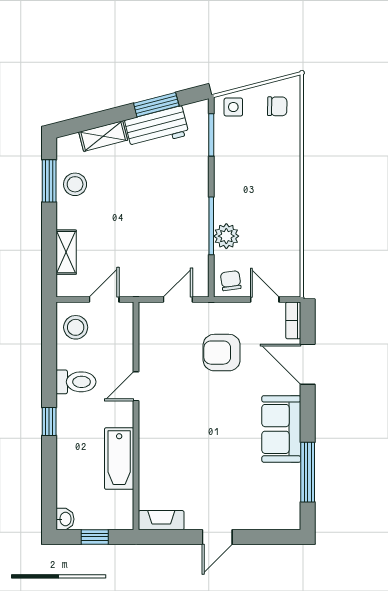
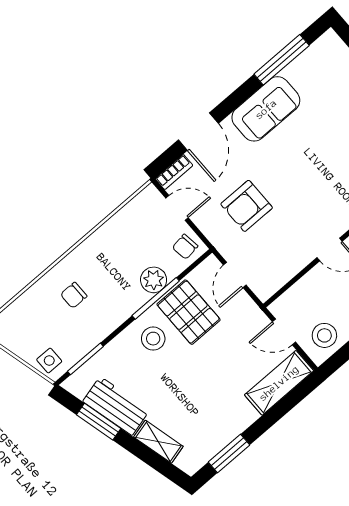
chair: (277, 106) -> (74, 295), moved, turned -91
stool: (75, 184) -> (153, 339), moved
pallet: (180, 241) -> (189, 312), added
shelving: (66, 252) -> (279, 383), width x1.50, depth x1.33
door: (178, 300) -> (235, 275), hinge flipped
door: (265, 300) -> (177, 208), swing flipped
armchair: (222, 353) -> (247, 206), turned 90

